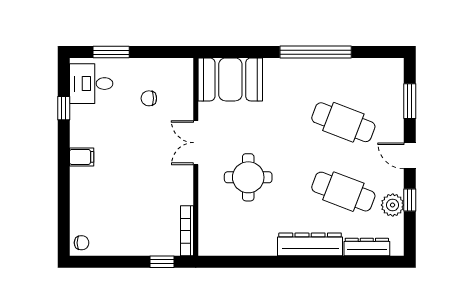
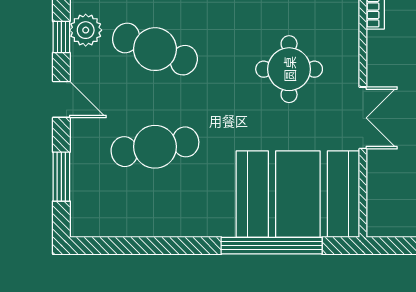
window: (316, 52) -> (272, 246), moved
booth: (230, 79) -> (298, 194), width x1.36, depth x1.42
cafe table: (343, 122) -> (155, 147), turned -30

